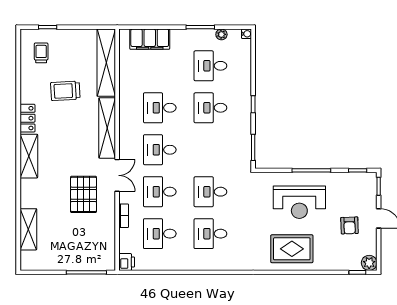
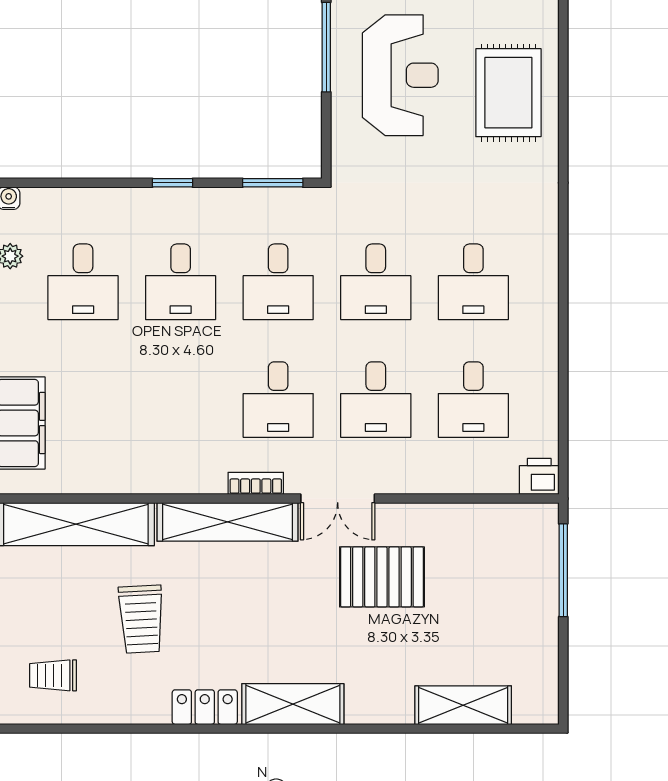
desk: (160, 108) -> (278, 282), moved
double door: (117, 175) -> (338, 499), swing flipped
bookcase: (124, 216) -> (256, 483), moved

